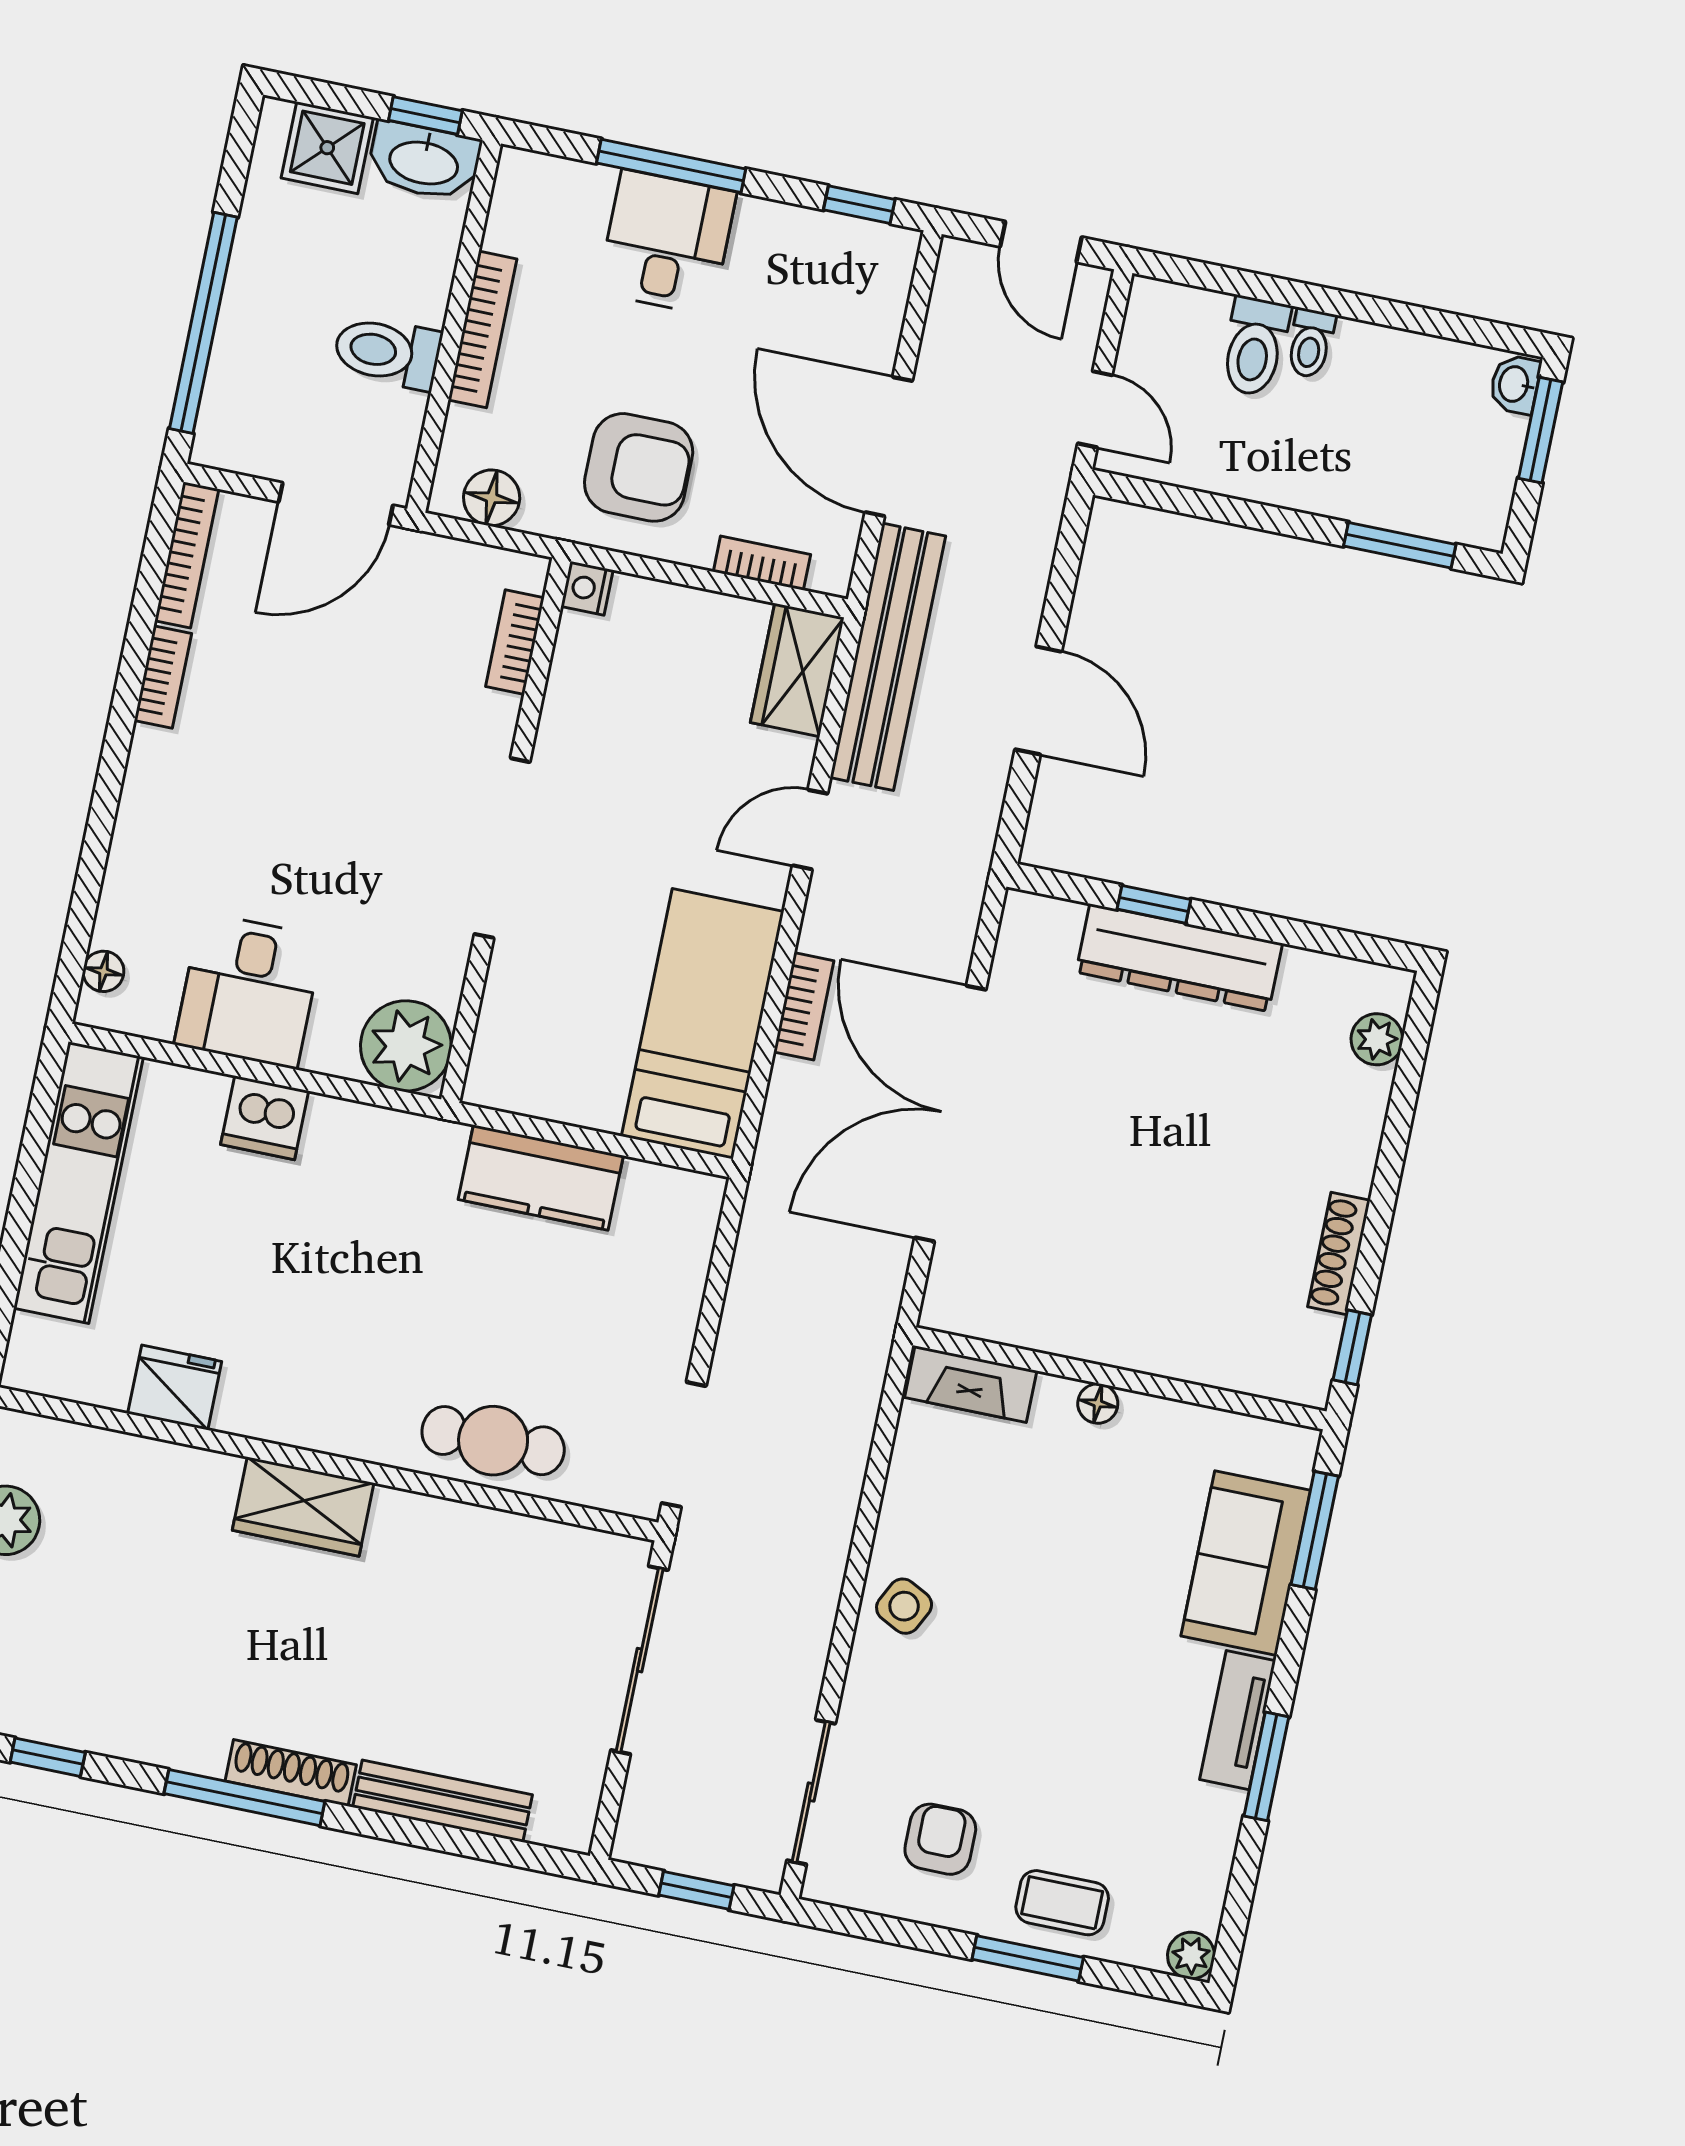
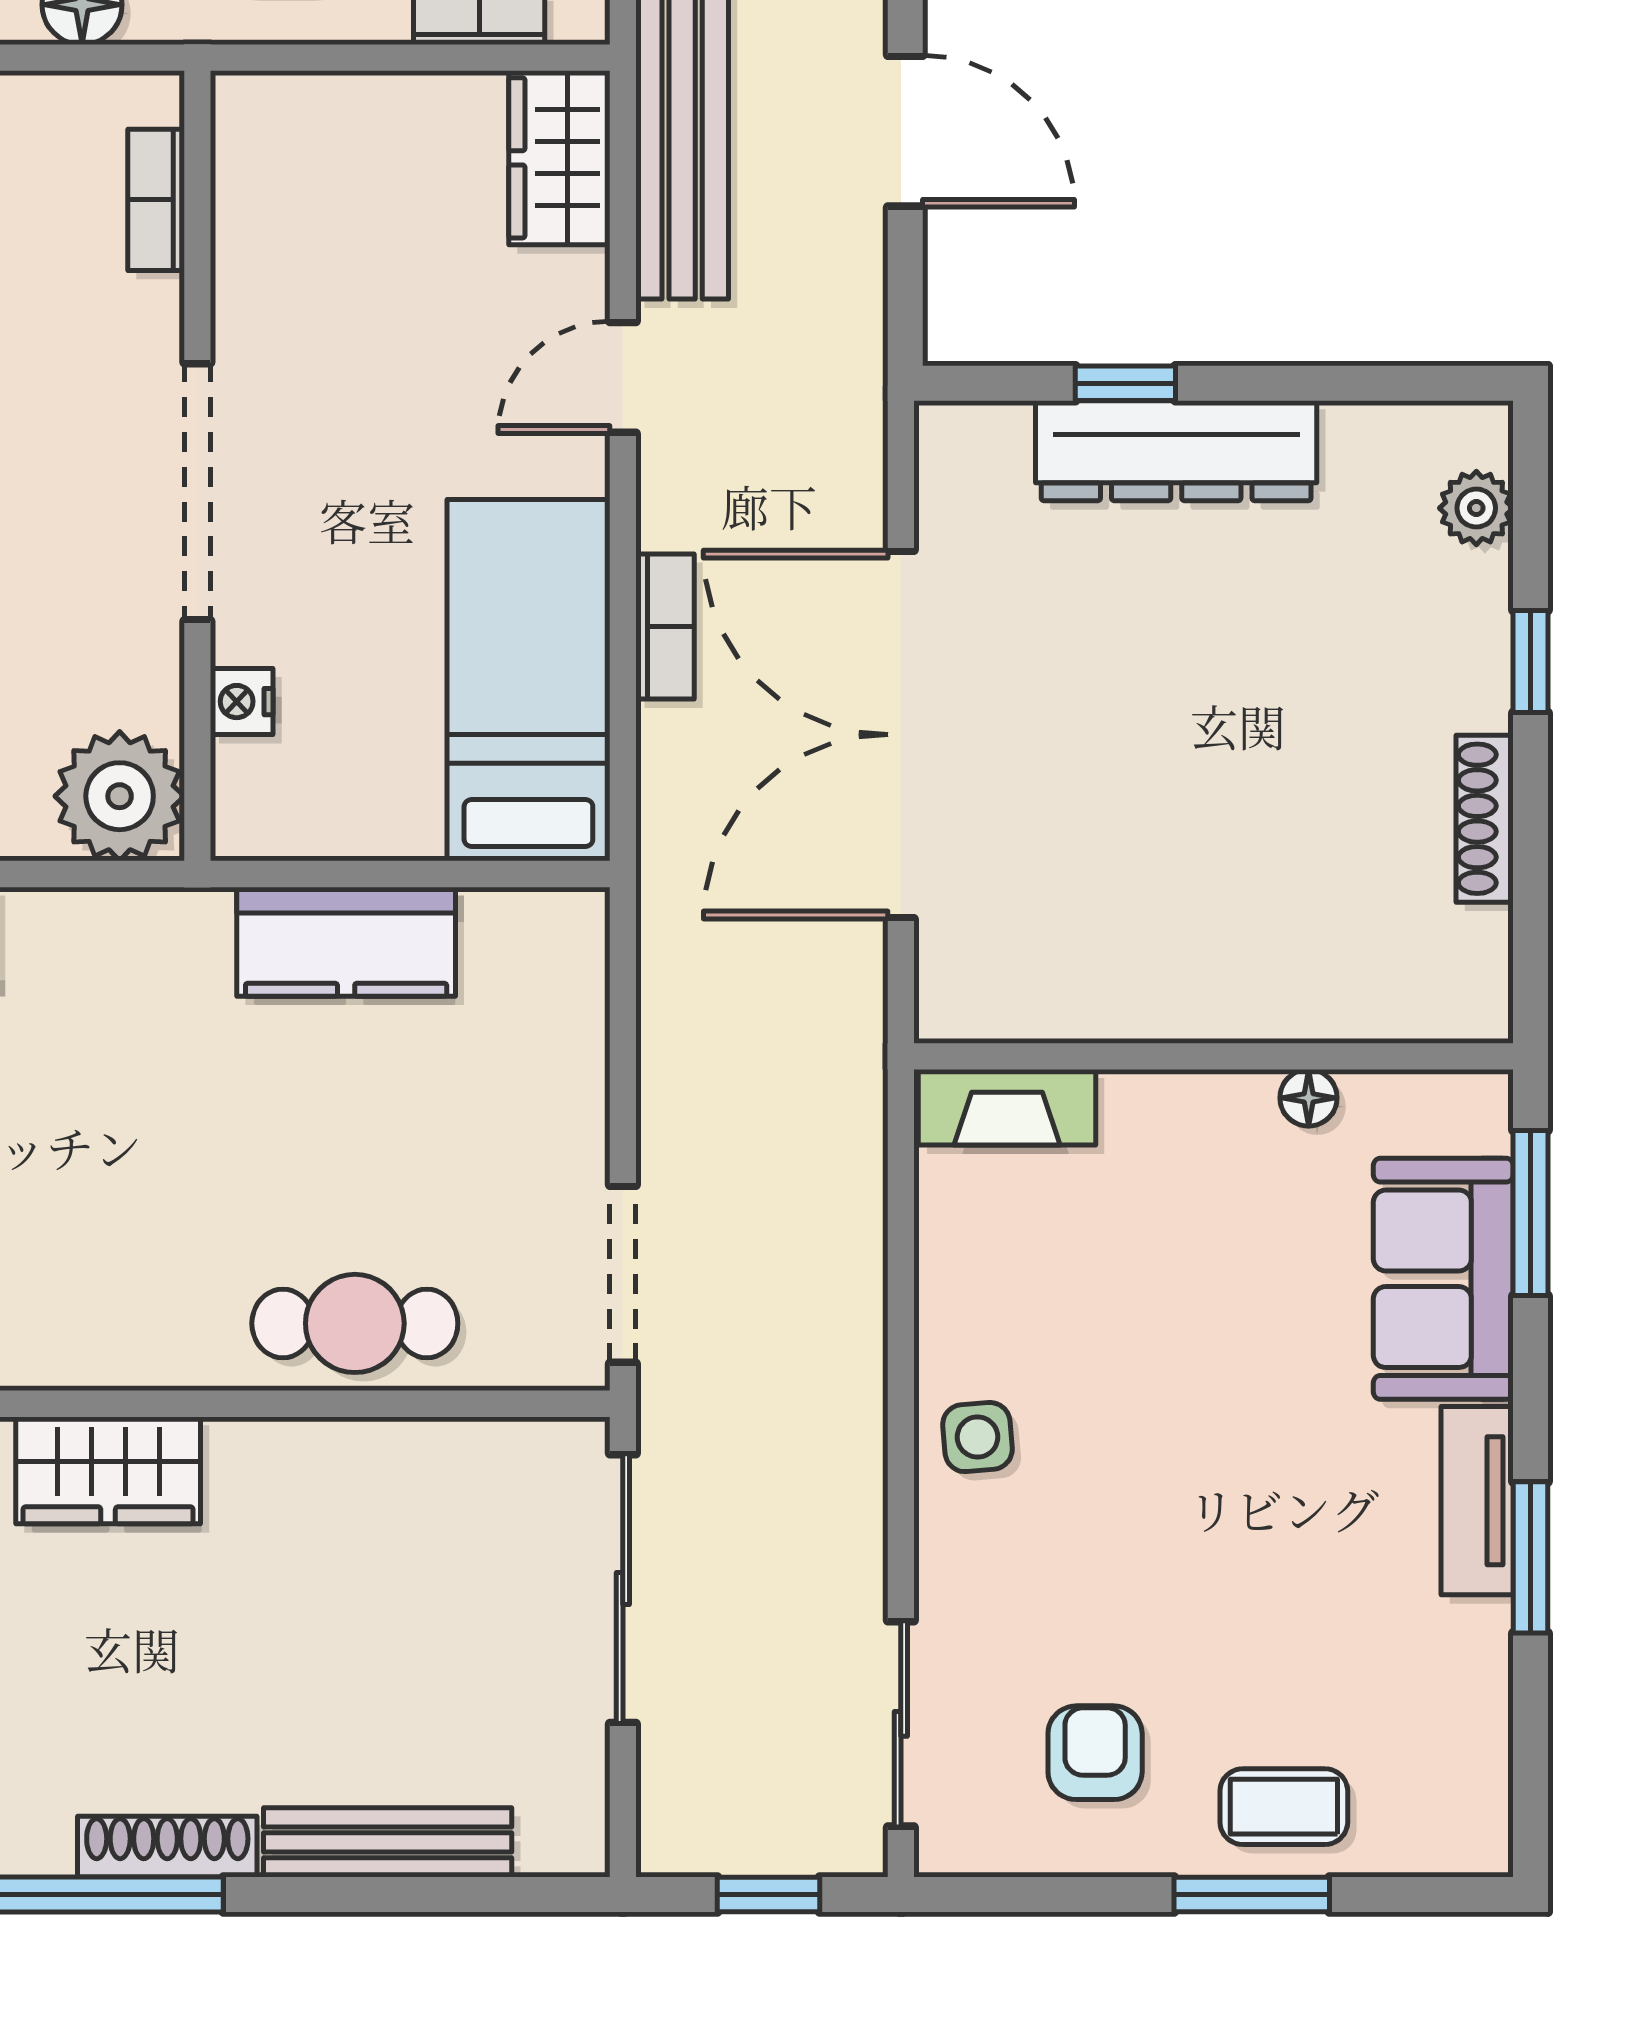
nightstand: (587, 588) -> (242, 702), moved
window: (1352, 1347) -> (1530, 661), moved
floor lamp: (1098, 1403) -> (1309, 1098), moved
side table: (904, 1606) -> (977, 1437), turned -32
plant: (1191, 1956) -> (1480, 1844), removed

